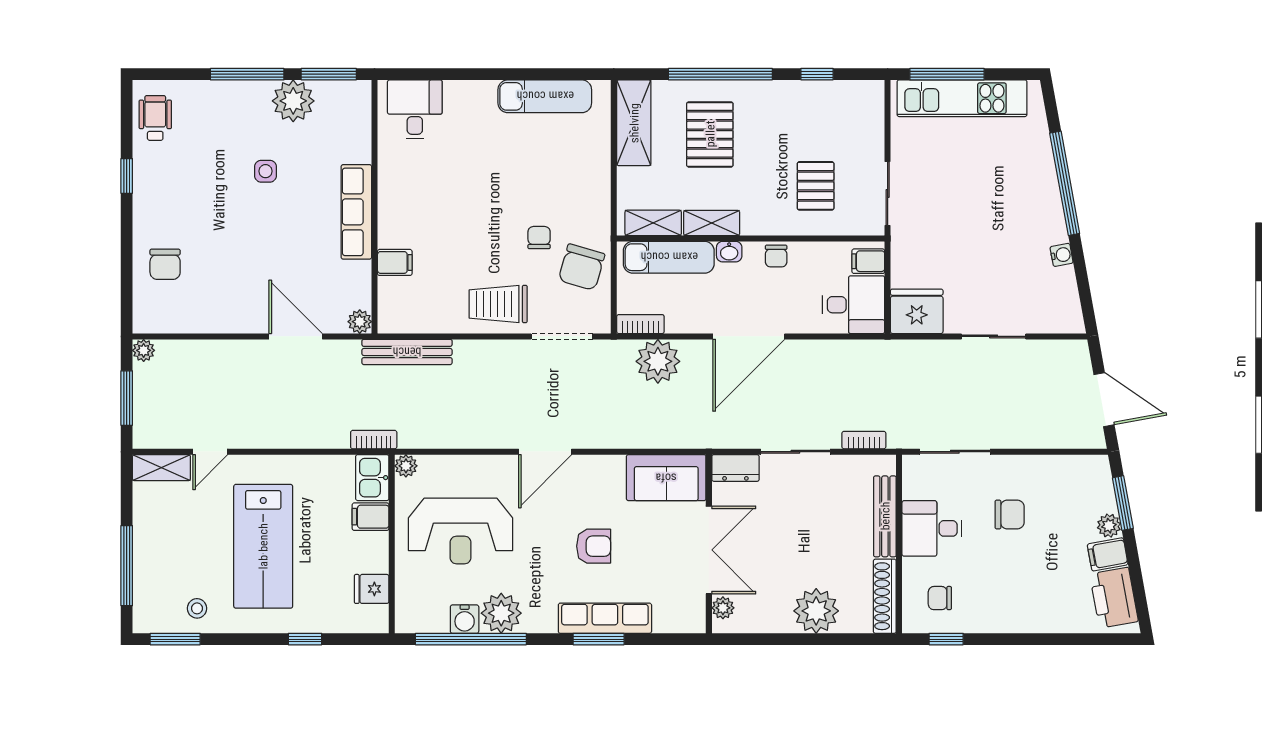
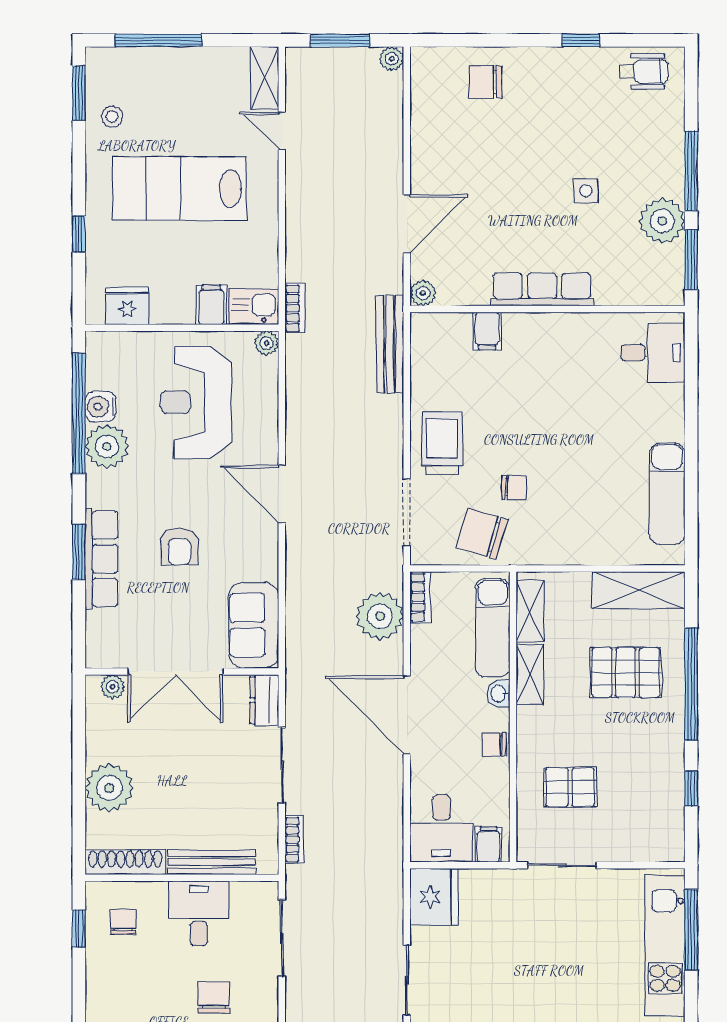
chair: (1010, 514) -> (214, 998), turned 180
fridge: (372, 589) -> (127, 306), width x1.38

